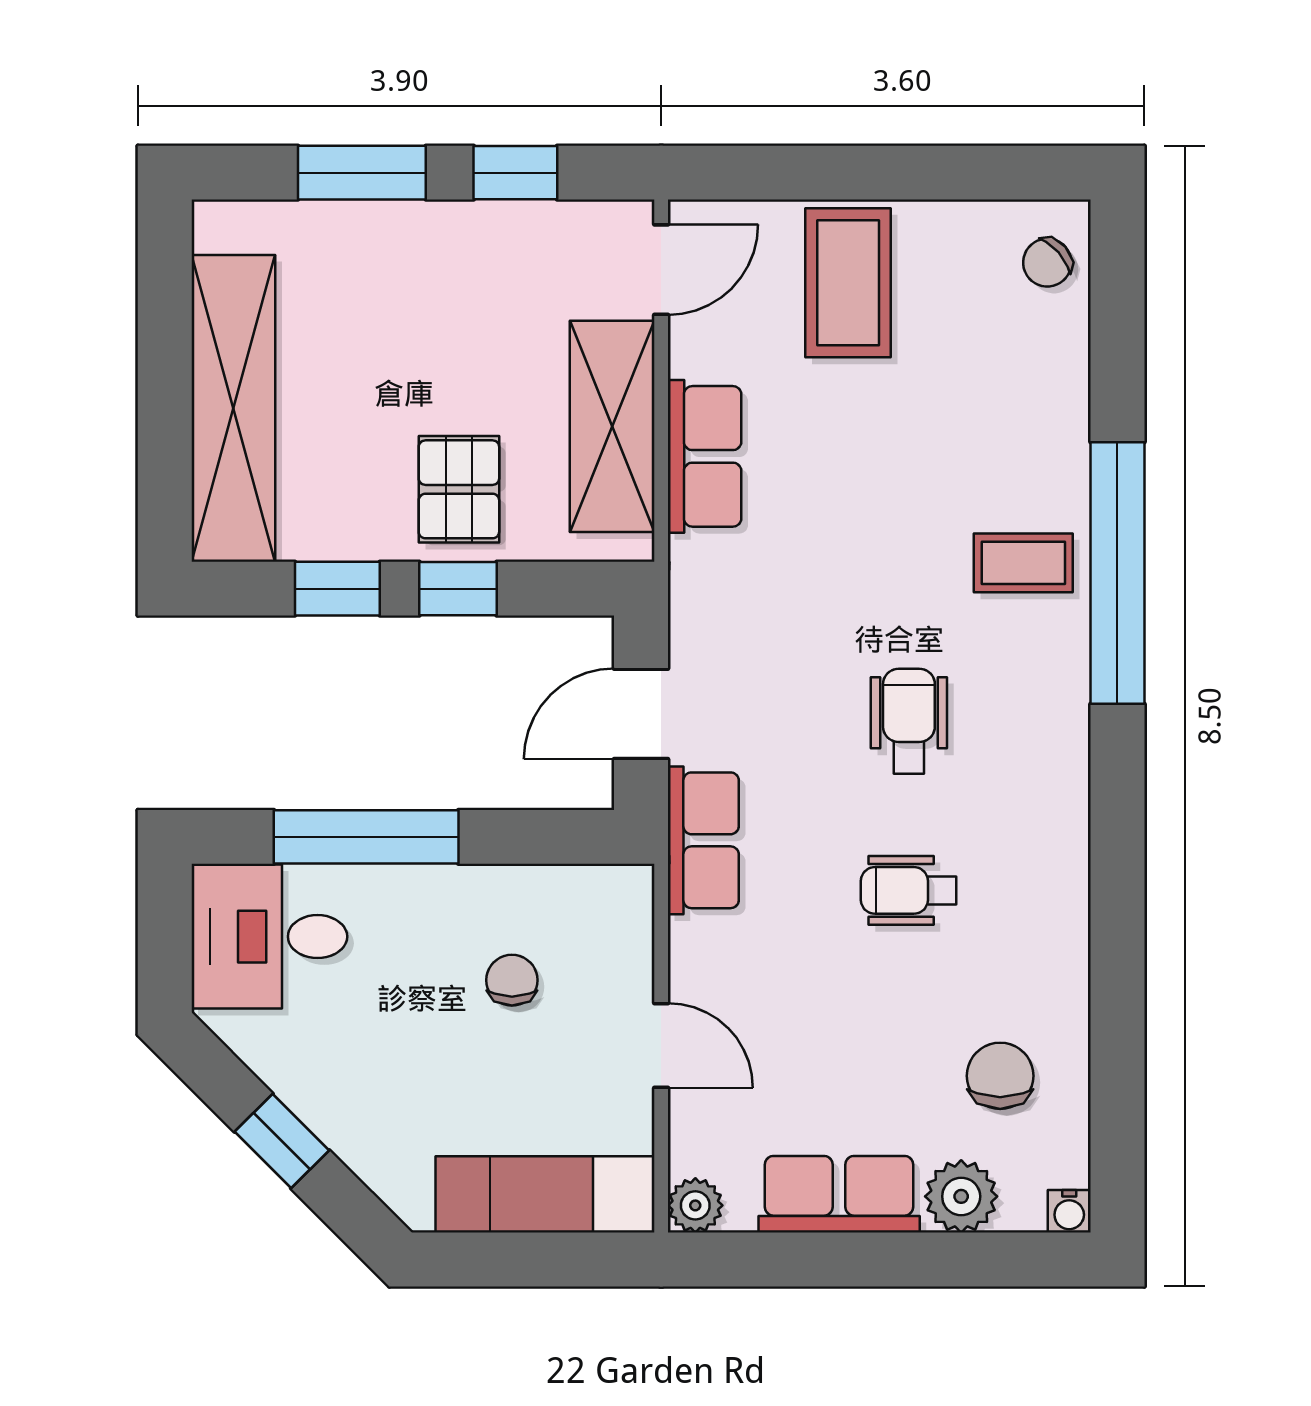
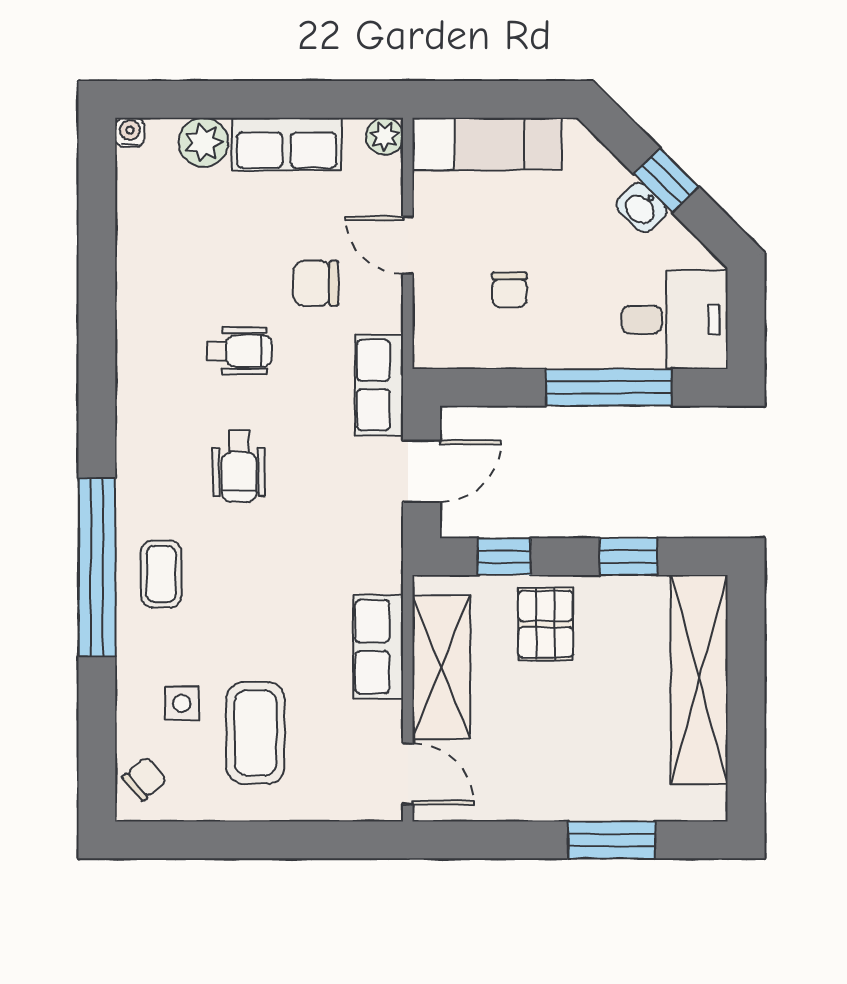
window: (515, 173) -> (507, 840), removed
door: (661, 270) -> (408, 774), swing flipped
coffee table: (848, 283) -> (255, 733), moved
side table: (993, 373) -> (182, 703), added
coffee table: (1023, 563) -> (161, 574), turned 90
window: (458, 589) -> (504, 557), moved
chair: (1000, 1076) -> (316, 283), moved, turned 90
washbasin: (318, 1101) -> (641, 207), added

